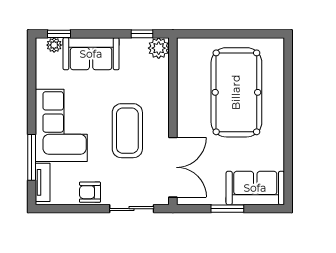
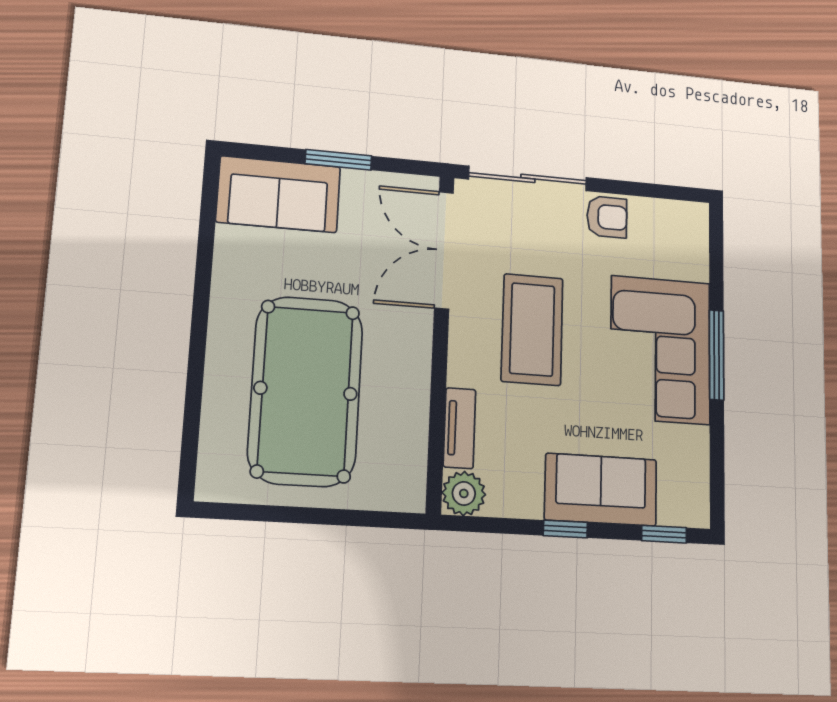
window: (142, 34) -> (565, 529), moved
plant: (54, 45) -> (673, 512), removed
window: (32, 157) -> (717, 355), moved
tv unit: (43, 182) -> (460, 428), moved, turned 180
sliding door: (132, 209) -> (528, 178), width x1.37

